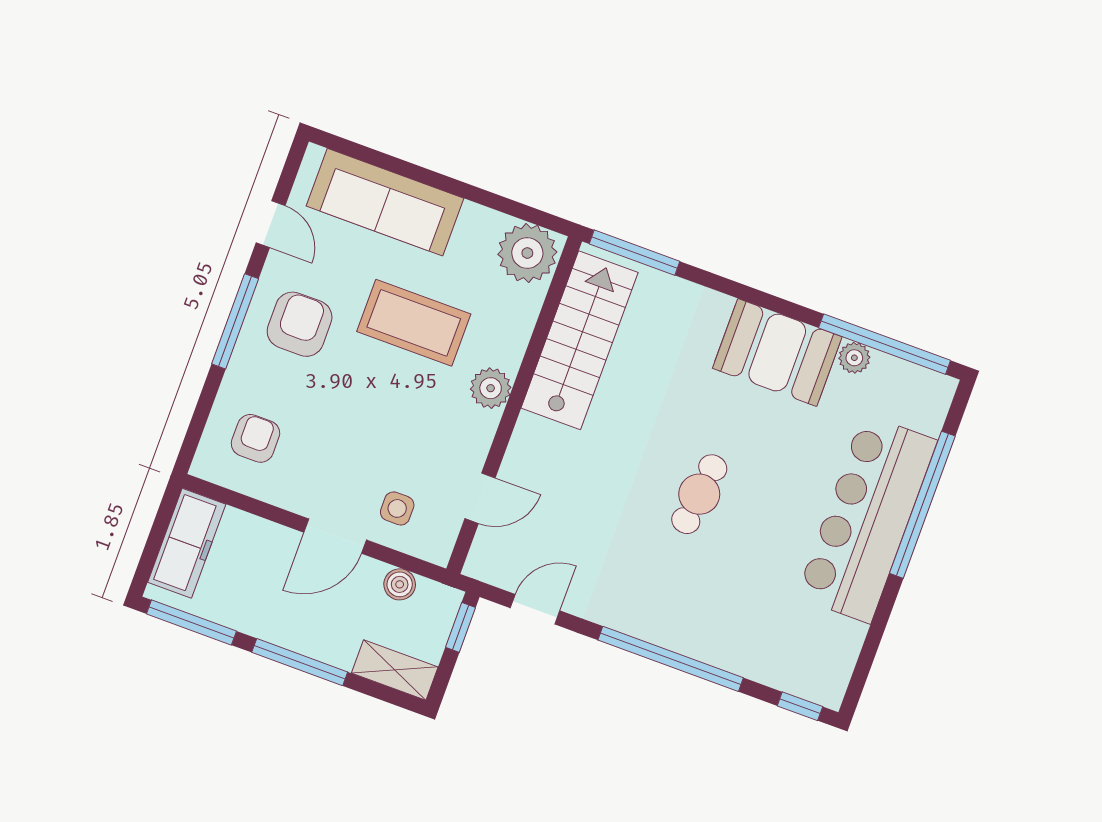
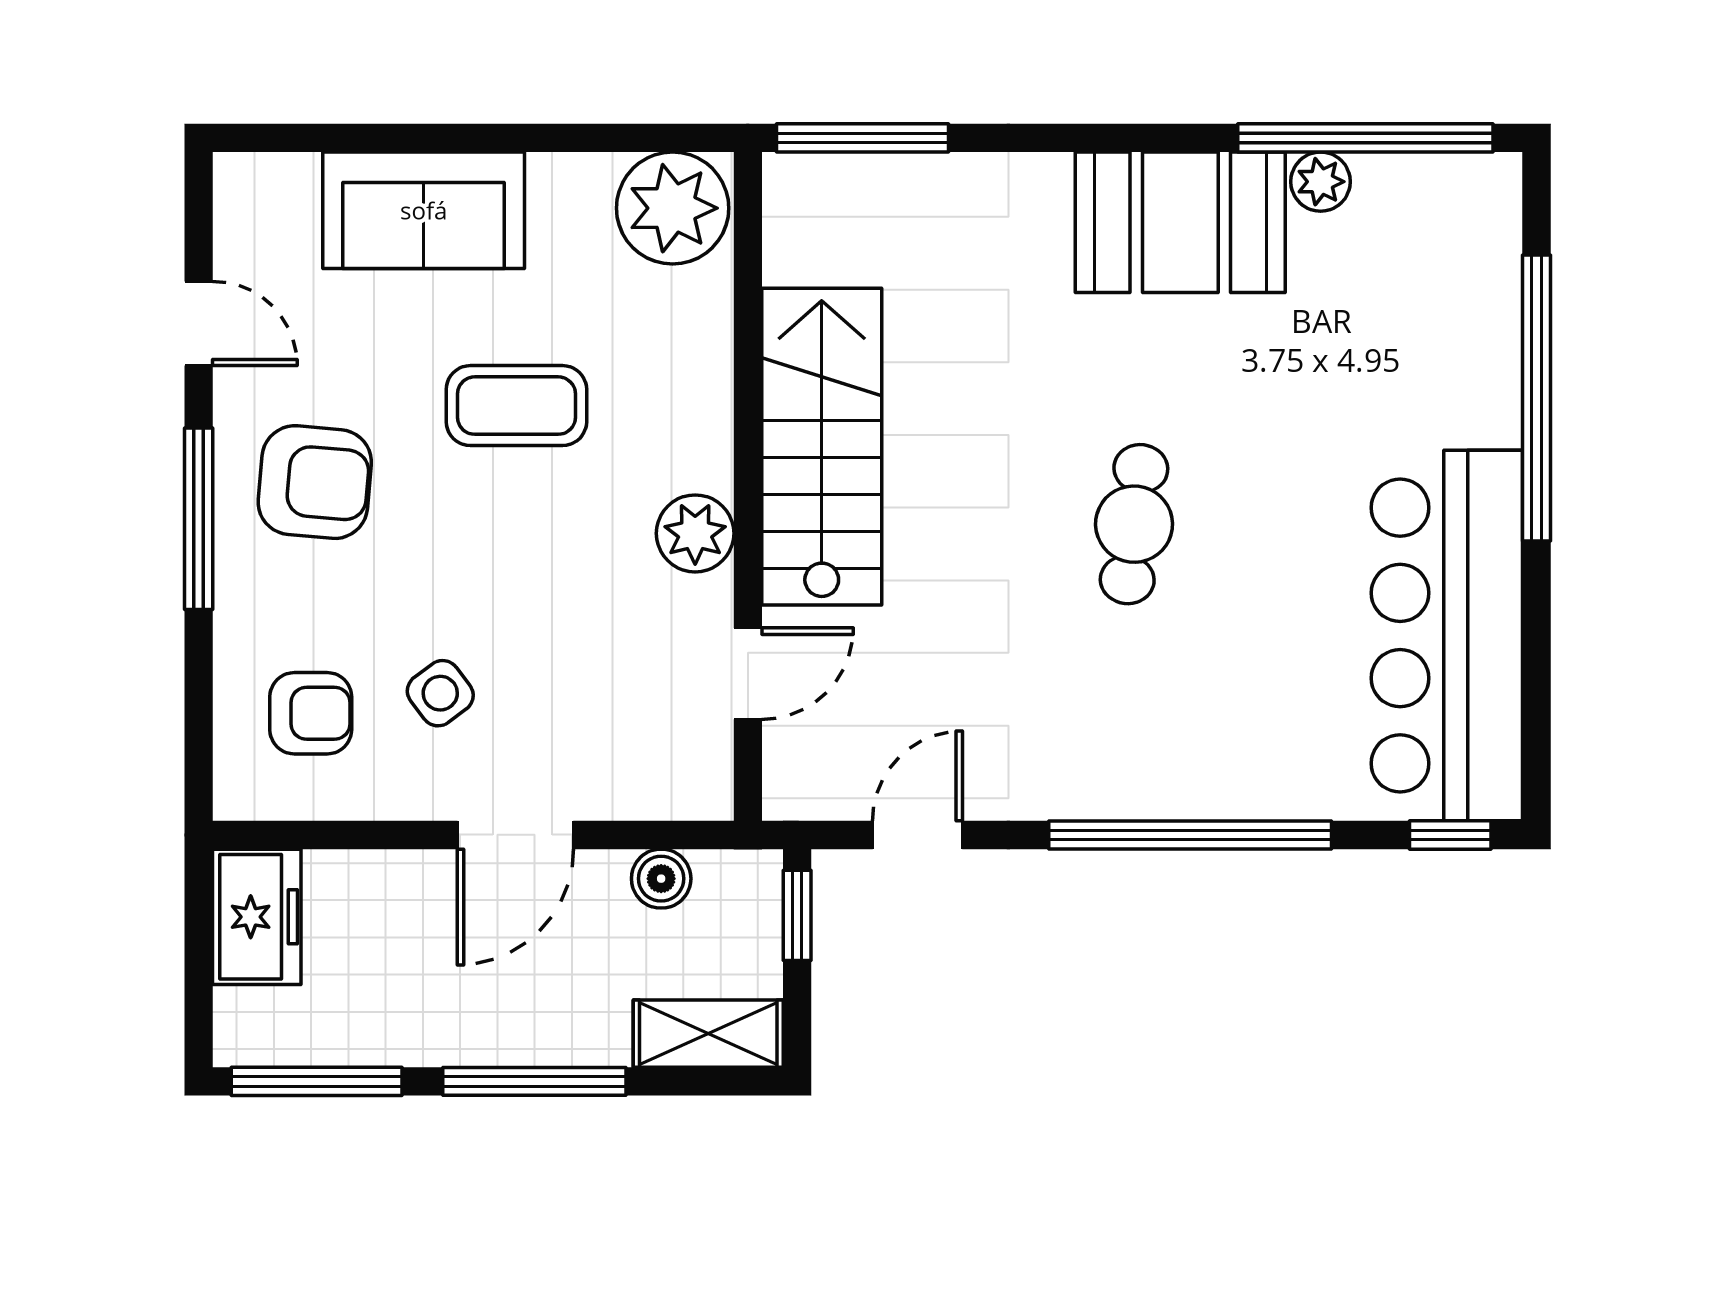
sofa: (385, 202) -> (424, 210), width x0.73
coffee table: (414, 323) -> (516, 406), width x0.73, depth x0.76
armchair: (300, 324) -> (315, 482), turned 95
stairs: (580, 340) -> (822, 447), moved
plant: (491, 388) -> (695, 533), moved
armchair: (255, 438) -> (311, 713), turned 90
side table: (397, 508) -> (440, 693), moved, turned -37
bar counter: (867, 519) -> (1447, 636), moved
freezer: (187, 543) -> (257, 917), width x0.71

